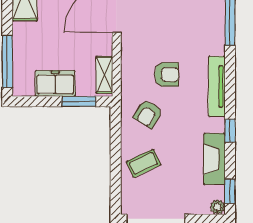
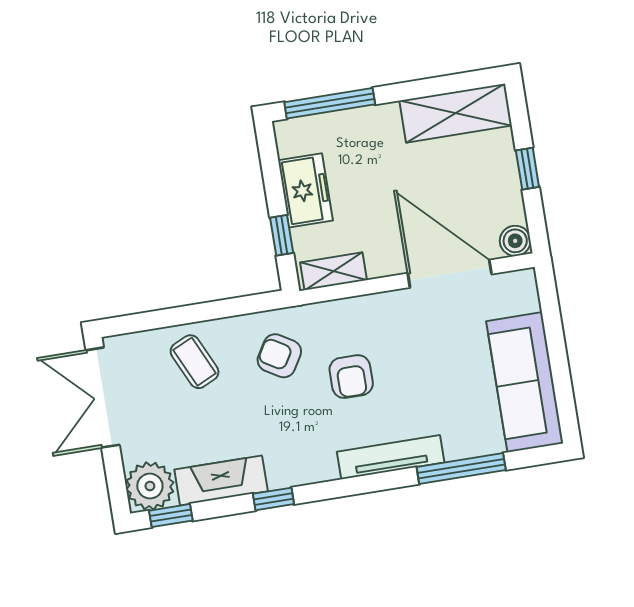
tv unit: (217, 86) -> (391, 457), moved
window: (79, 101) -> (282, 235), width x0.67
plant: (218, 207) -> (150, 486), width x1.88, depth x1.88

